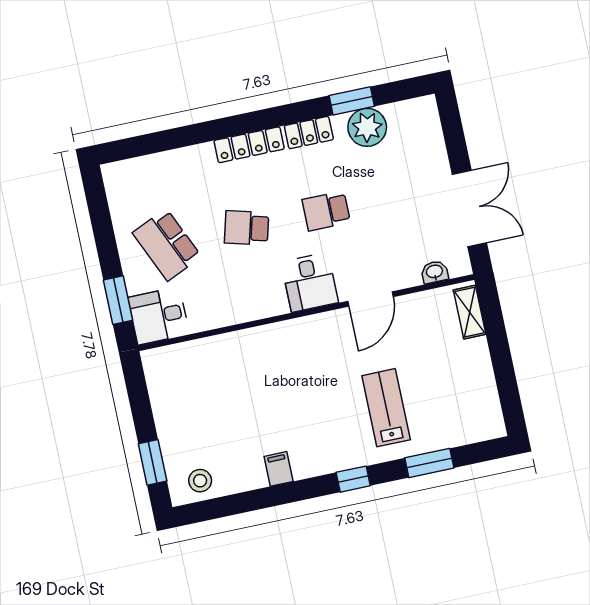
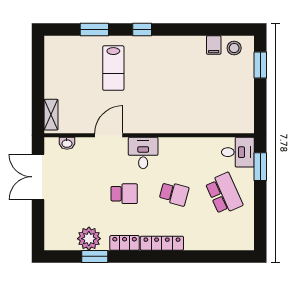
filing cabinet: (279, 469) -> (214, 45), moved

